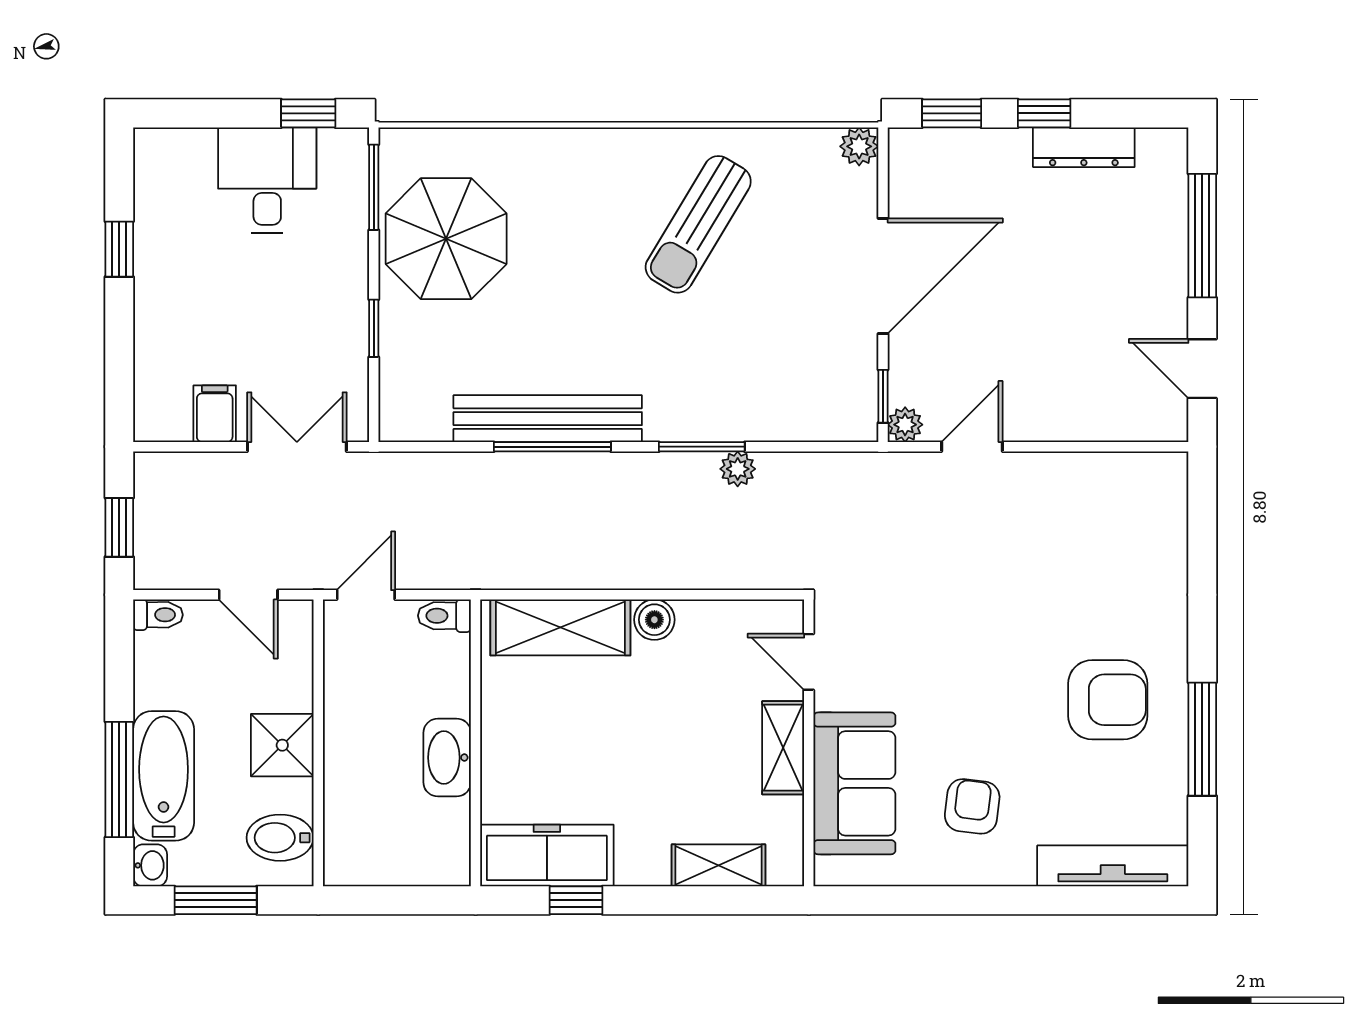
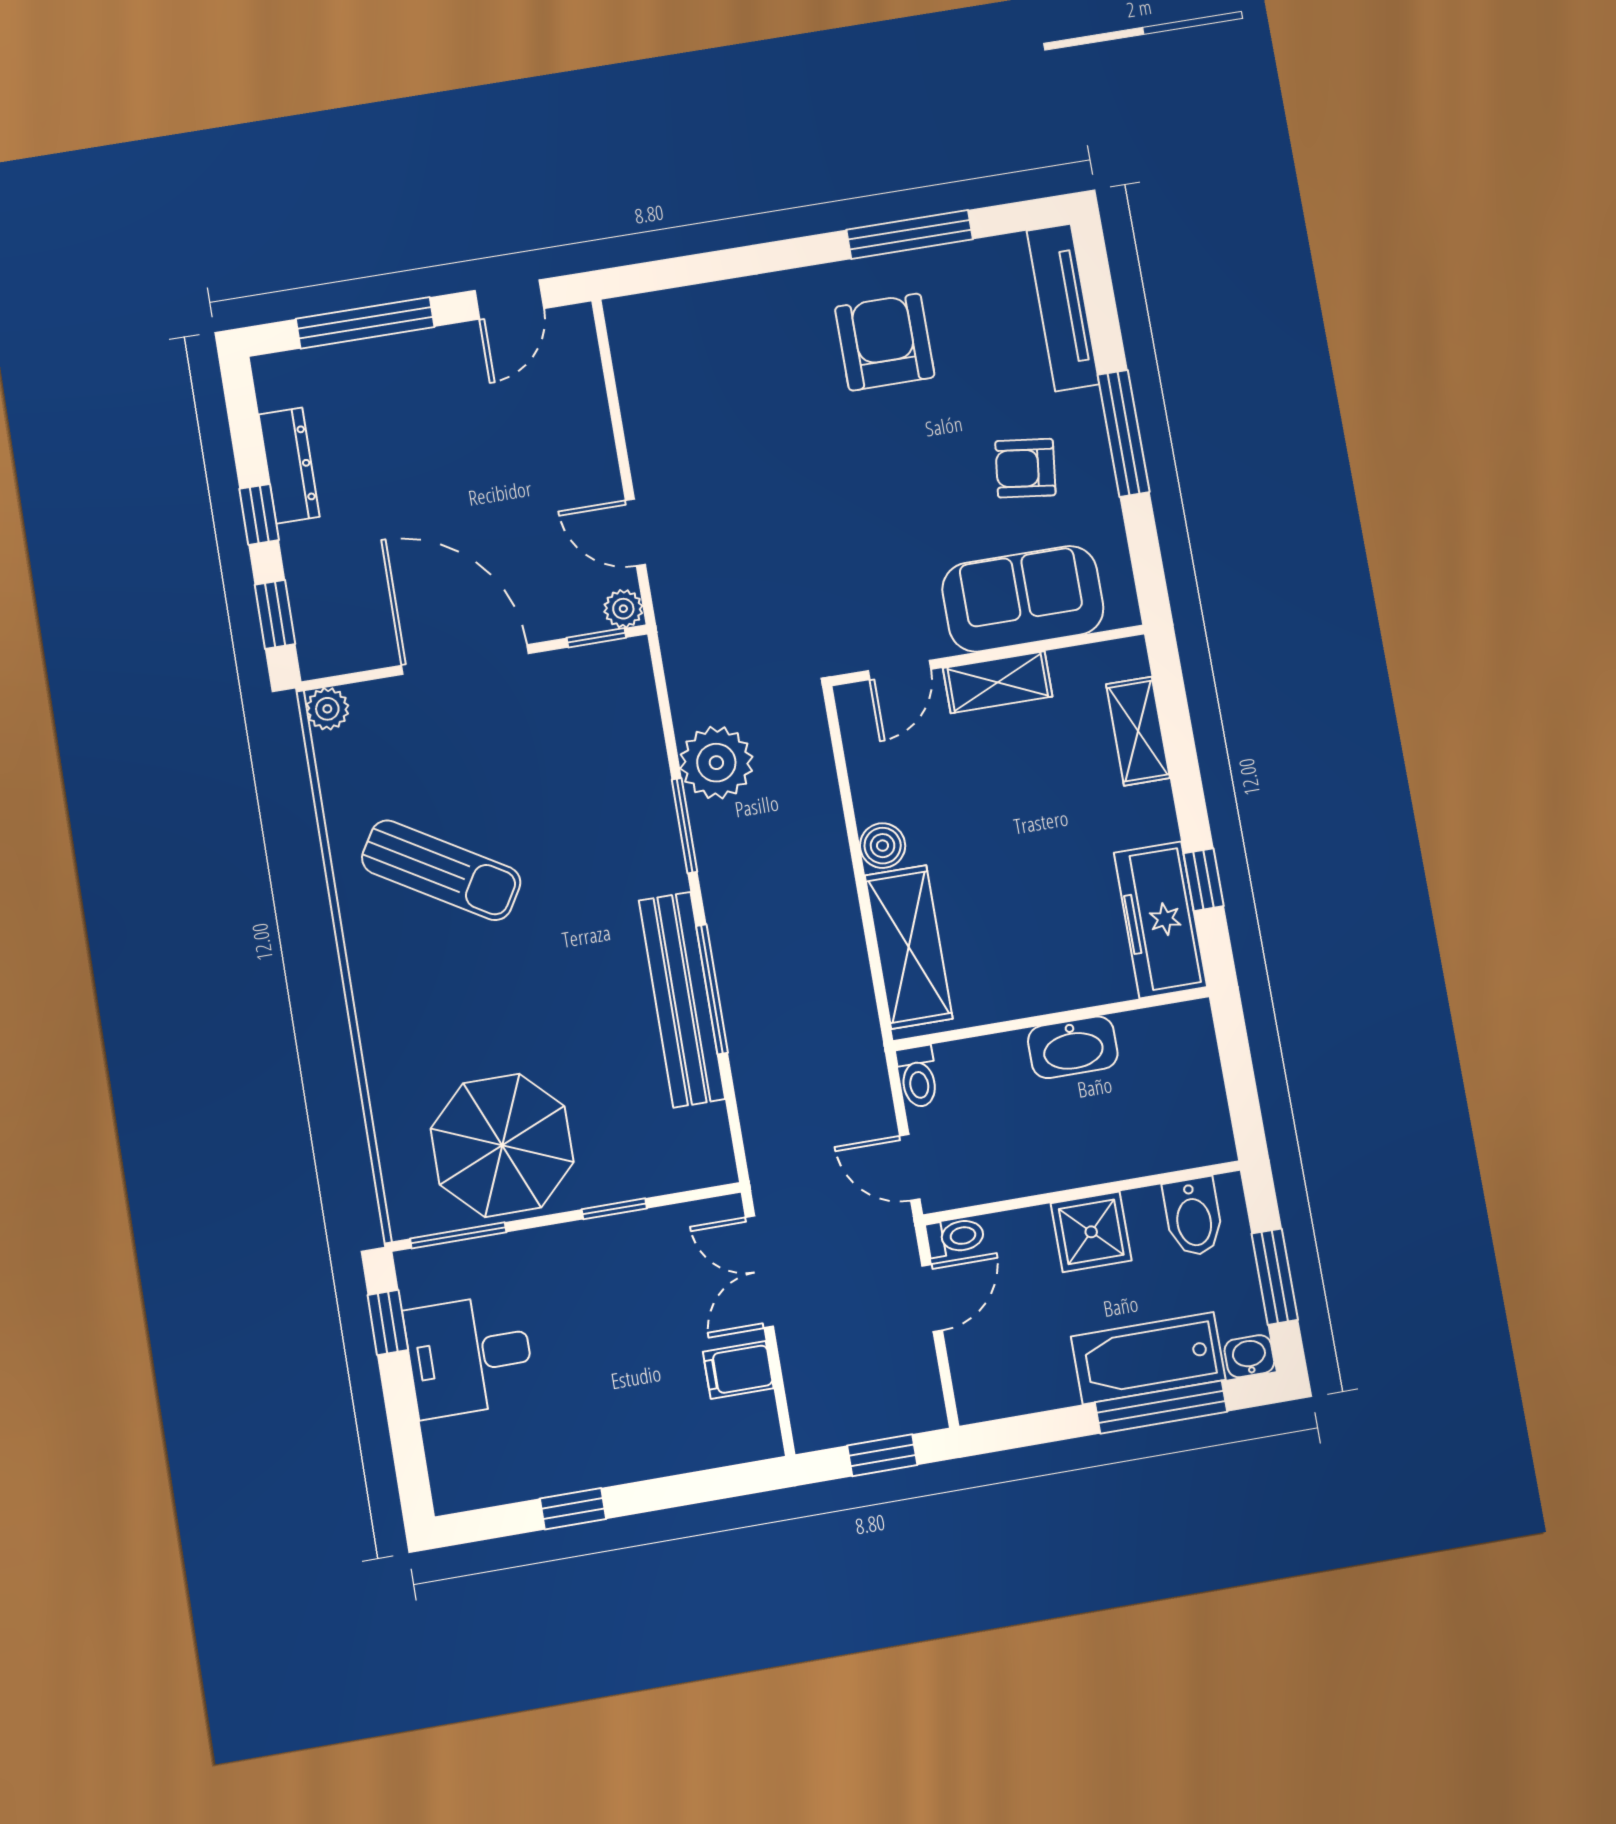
plant: (738, 469) -> (716, 763), width x1.88, depth x1.88
toilet: (158, 615) -> (955, 1237), moved, turned 90
window: (989, 900) -> (1124, 433), added

